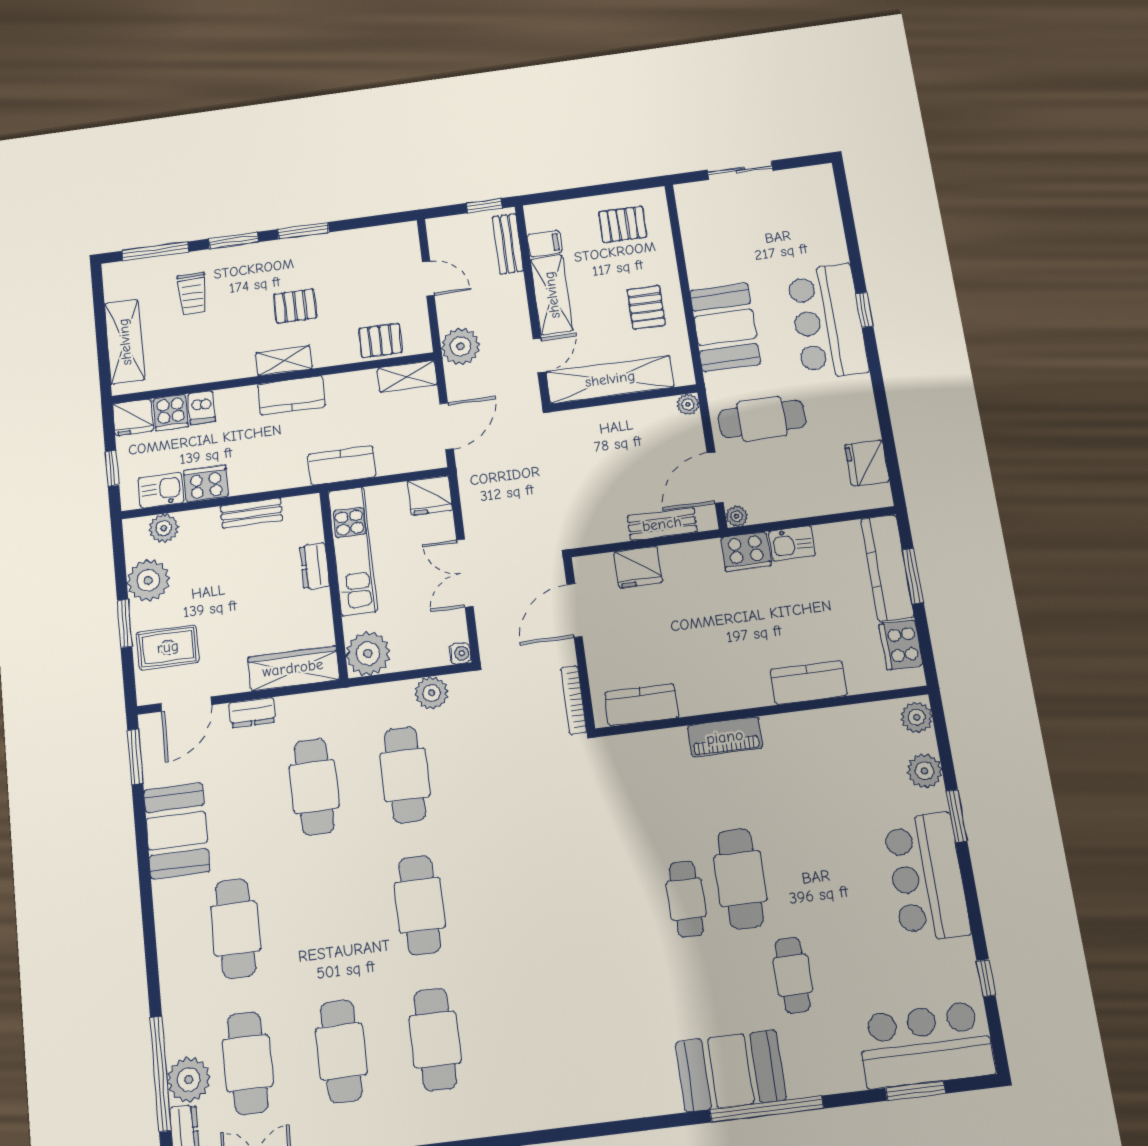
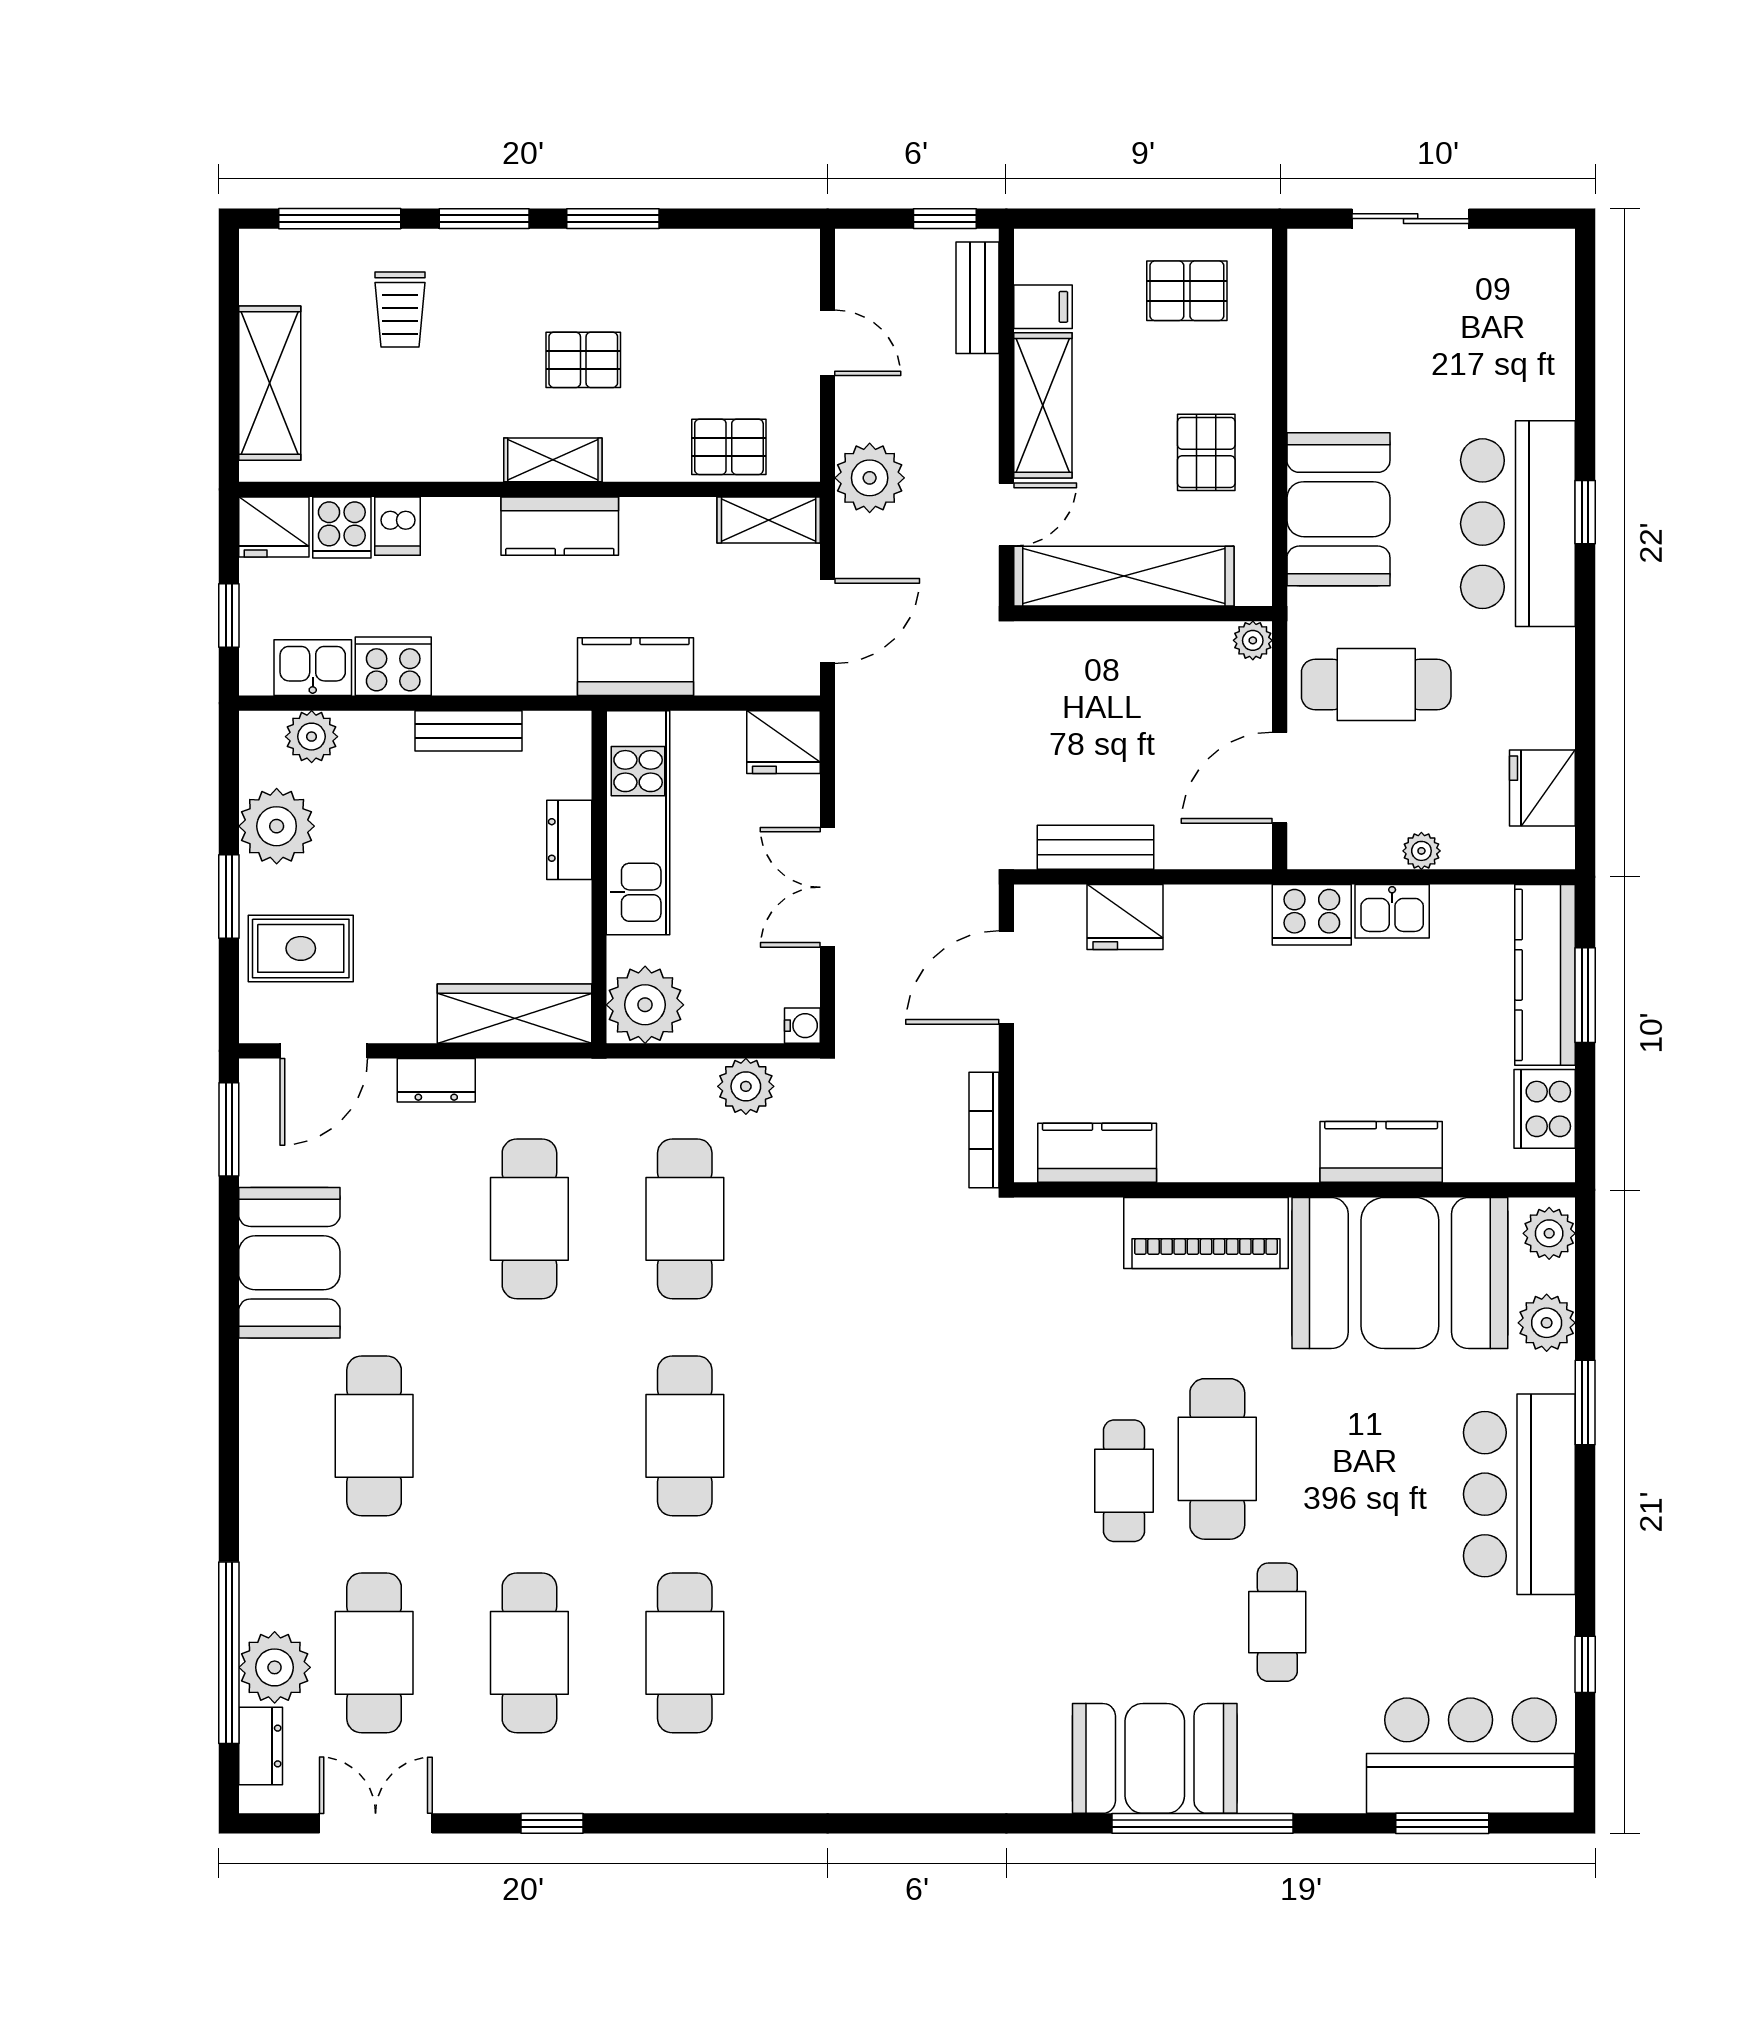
plant: (737, 516) -> (1421, 851), moved
bench: (662, 524) -> (1095, 847), moved
piano: (725, 737) -> (1206, 1233), width x1.37, depth x1.33
booth: (832, 752) -> (1400, 1273), added

